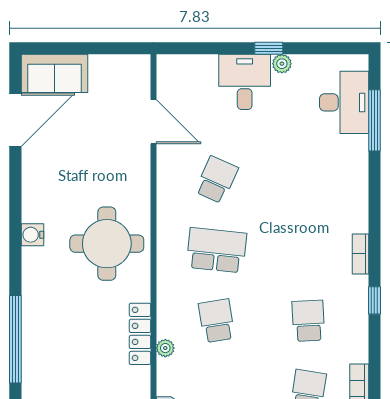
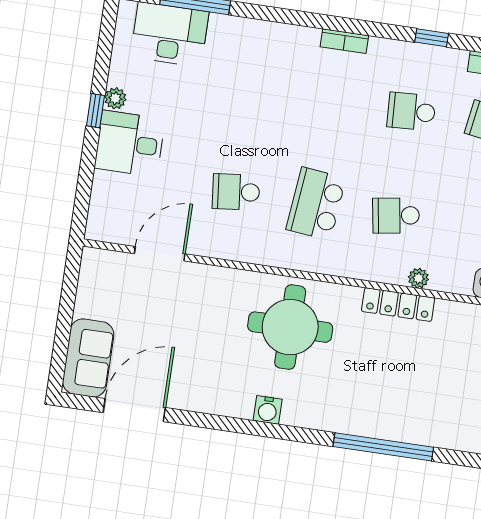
door: (15, 120) -> (134, 410), hinge flipped
school desk: (217, 180) -> (236, 192), turned -30
window: (374, 300) -> (432, 38), moved

